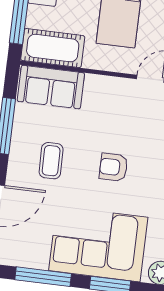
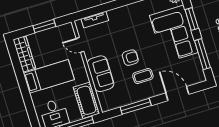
sofa: (51, 87) -> (101, 74), moved
armchair: (113, 167) -> (130, 58), moved, turned -90

